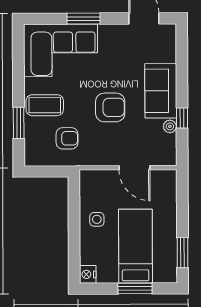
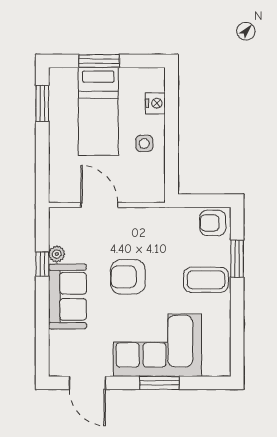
corner sofa: (61, 50) -> (157, 345), moved
armchair: (67, 138) -> (213, 223), moved
nightstand: (88, 274) -> (155, 103), moved

